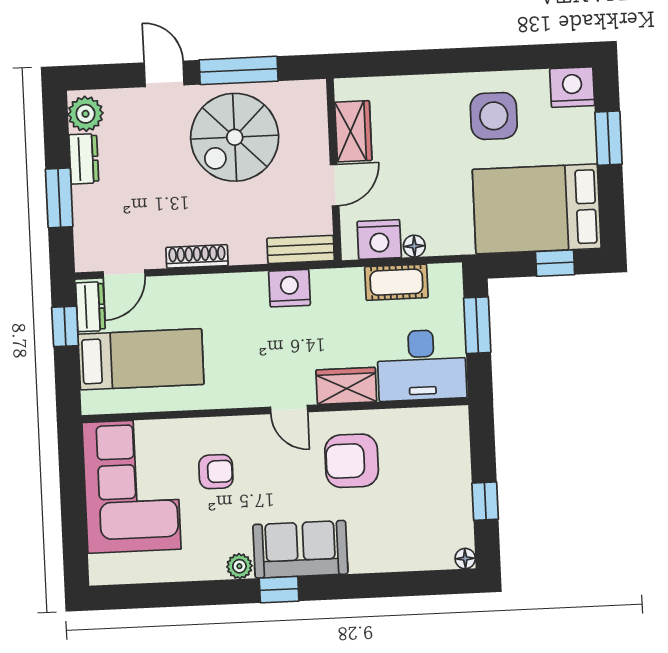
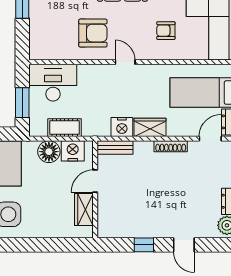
window: (239, 70) -> (144, 245), width x0.46
spiral stairs: (235, 137) -> (148, 209), removed
floor lamp: (414, 246) -> (49, 152), width x1.89, depth x1.89
wardrobe: (346, 386) -> (150, 127), moved, turned 180

